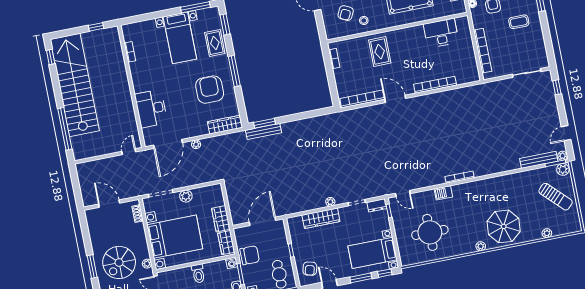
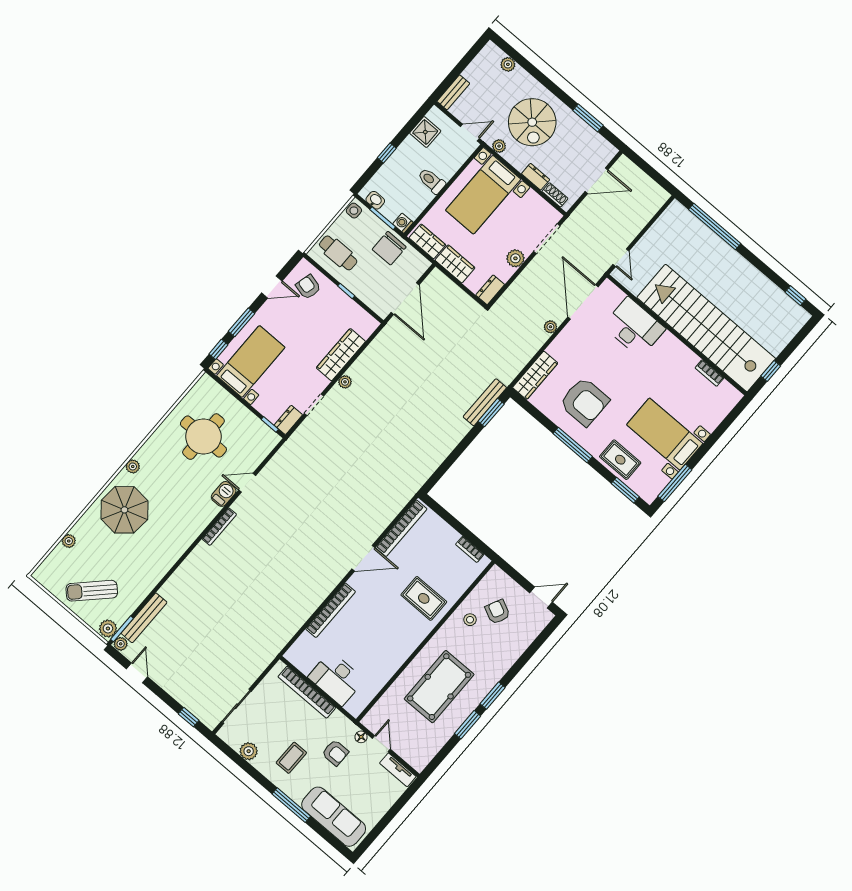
desk: (441, 33) -> (336, 679), moved, turned 90
plant: (539, 43) -> (249, 751), added
stairs: (75, 85) -> (706, 328), moved, turned 180
dresser: (213, 190) -> (490, 290), added
door: (403, 193) -> (247, 483), moved
dresser: (140, 232) -> (536, 177), added
bed with nightstands: (175, 237) -> (483, 195), width x0.73
spiral stairs: (119, 262) -> (532, 122), turned 180
window: (92, 267) -> (588, 118), moved

